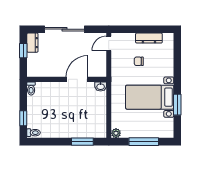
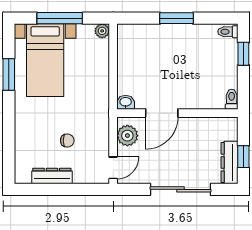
dresser: (32, 43) -> (229, 163), width x1.44
plant: (99, 65) -> (127, 136), added
bed with nightstands: (150, 97) -> (45, 60), moved, turned 90
window: (82, 142) -> (177, 18), moved

